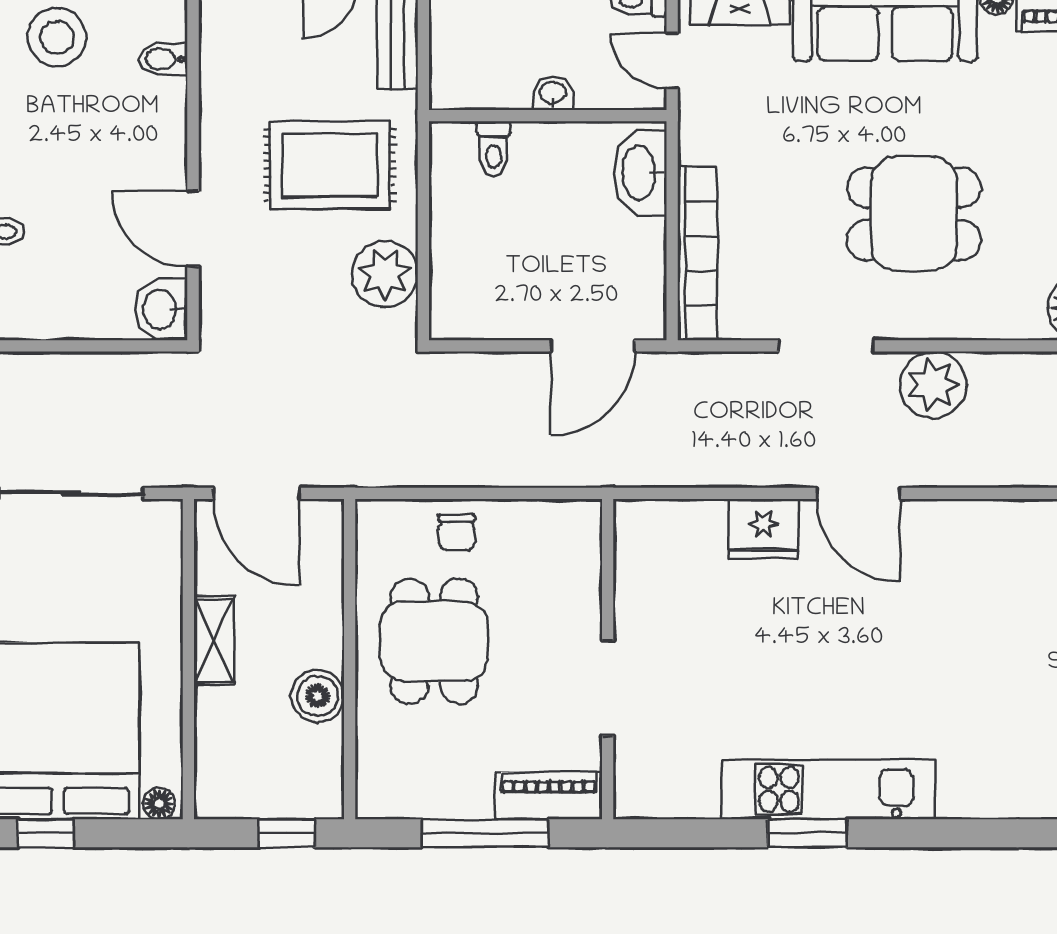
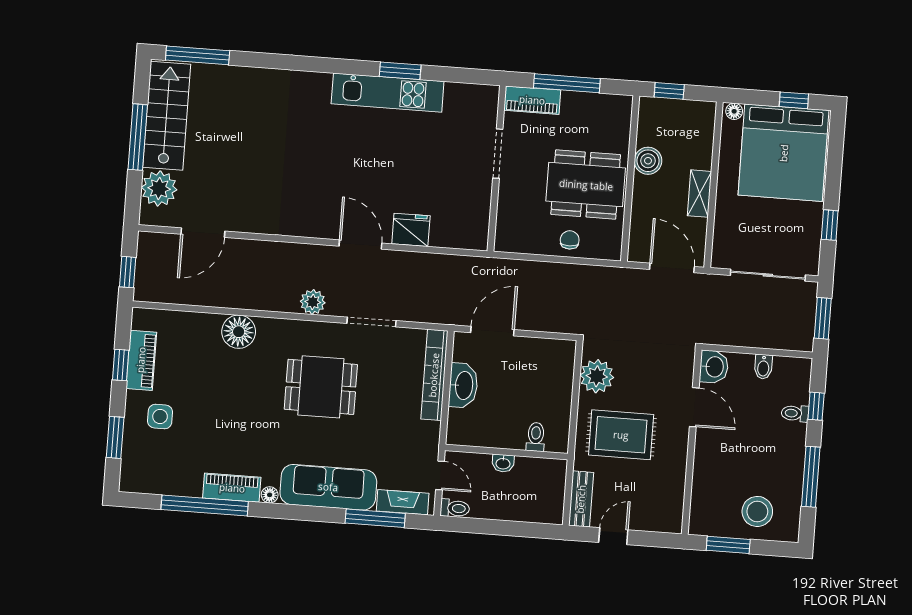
bidet: (164, 59) -> (763, 367), moved, turned 90
washbasin: (640, 173) -> (463, 385), moved
plant: (933, 385) -> (313, 302), width x0.73, depth x0.73
dining table: (434, 641) -> (586, 185), width x1.38

